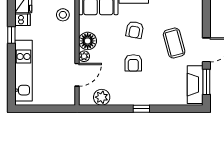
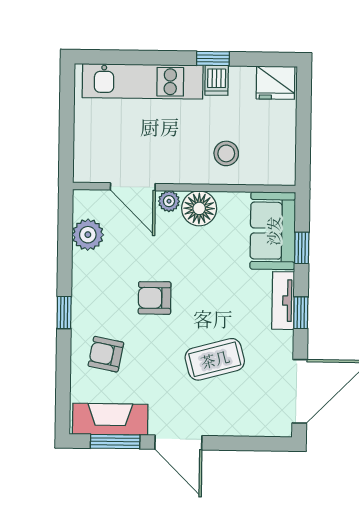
stool: (63, 15) -> (226, 153), moved
dishwasher: (22, 20) -> (217, 80), moved
armchair: (135, 30) -> (106, 354), moved
coffee table: (174, 43) -> (215, 359), moved

